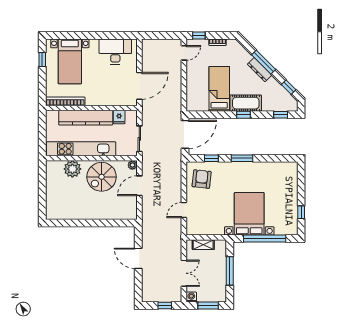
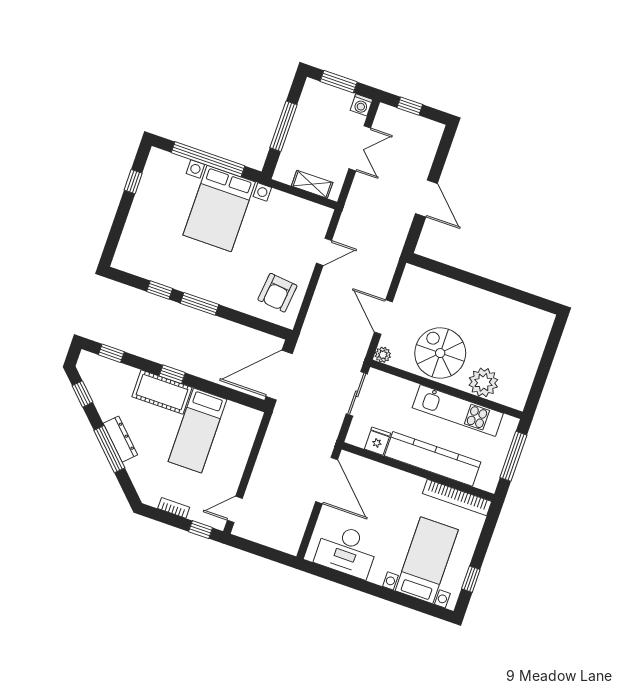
door: (139, 86) -> (327, 481), swing flipped
window: (42, 134) -> (513, 456), added
kitchen unit: (81, 149) -> (458, 411), width x0.73
window: (211, 158) -> (160, 290), moved
spiral stairs: (102, 177) -> (440, 353), turned -90
door: (139, 186) -> (383, 317), swing flipped
double door: (184, 273) -> (360, 148), swing flipped

